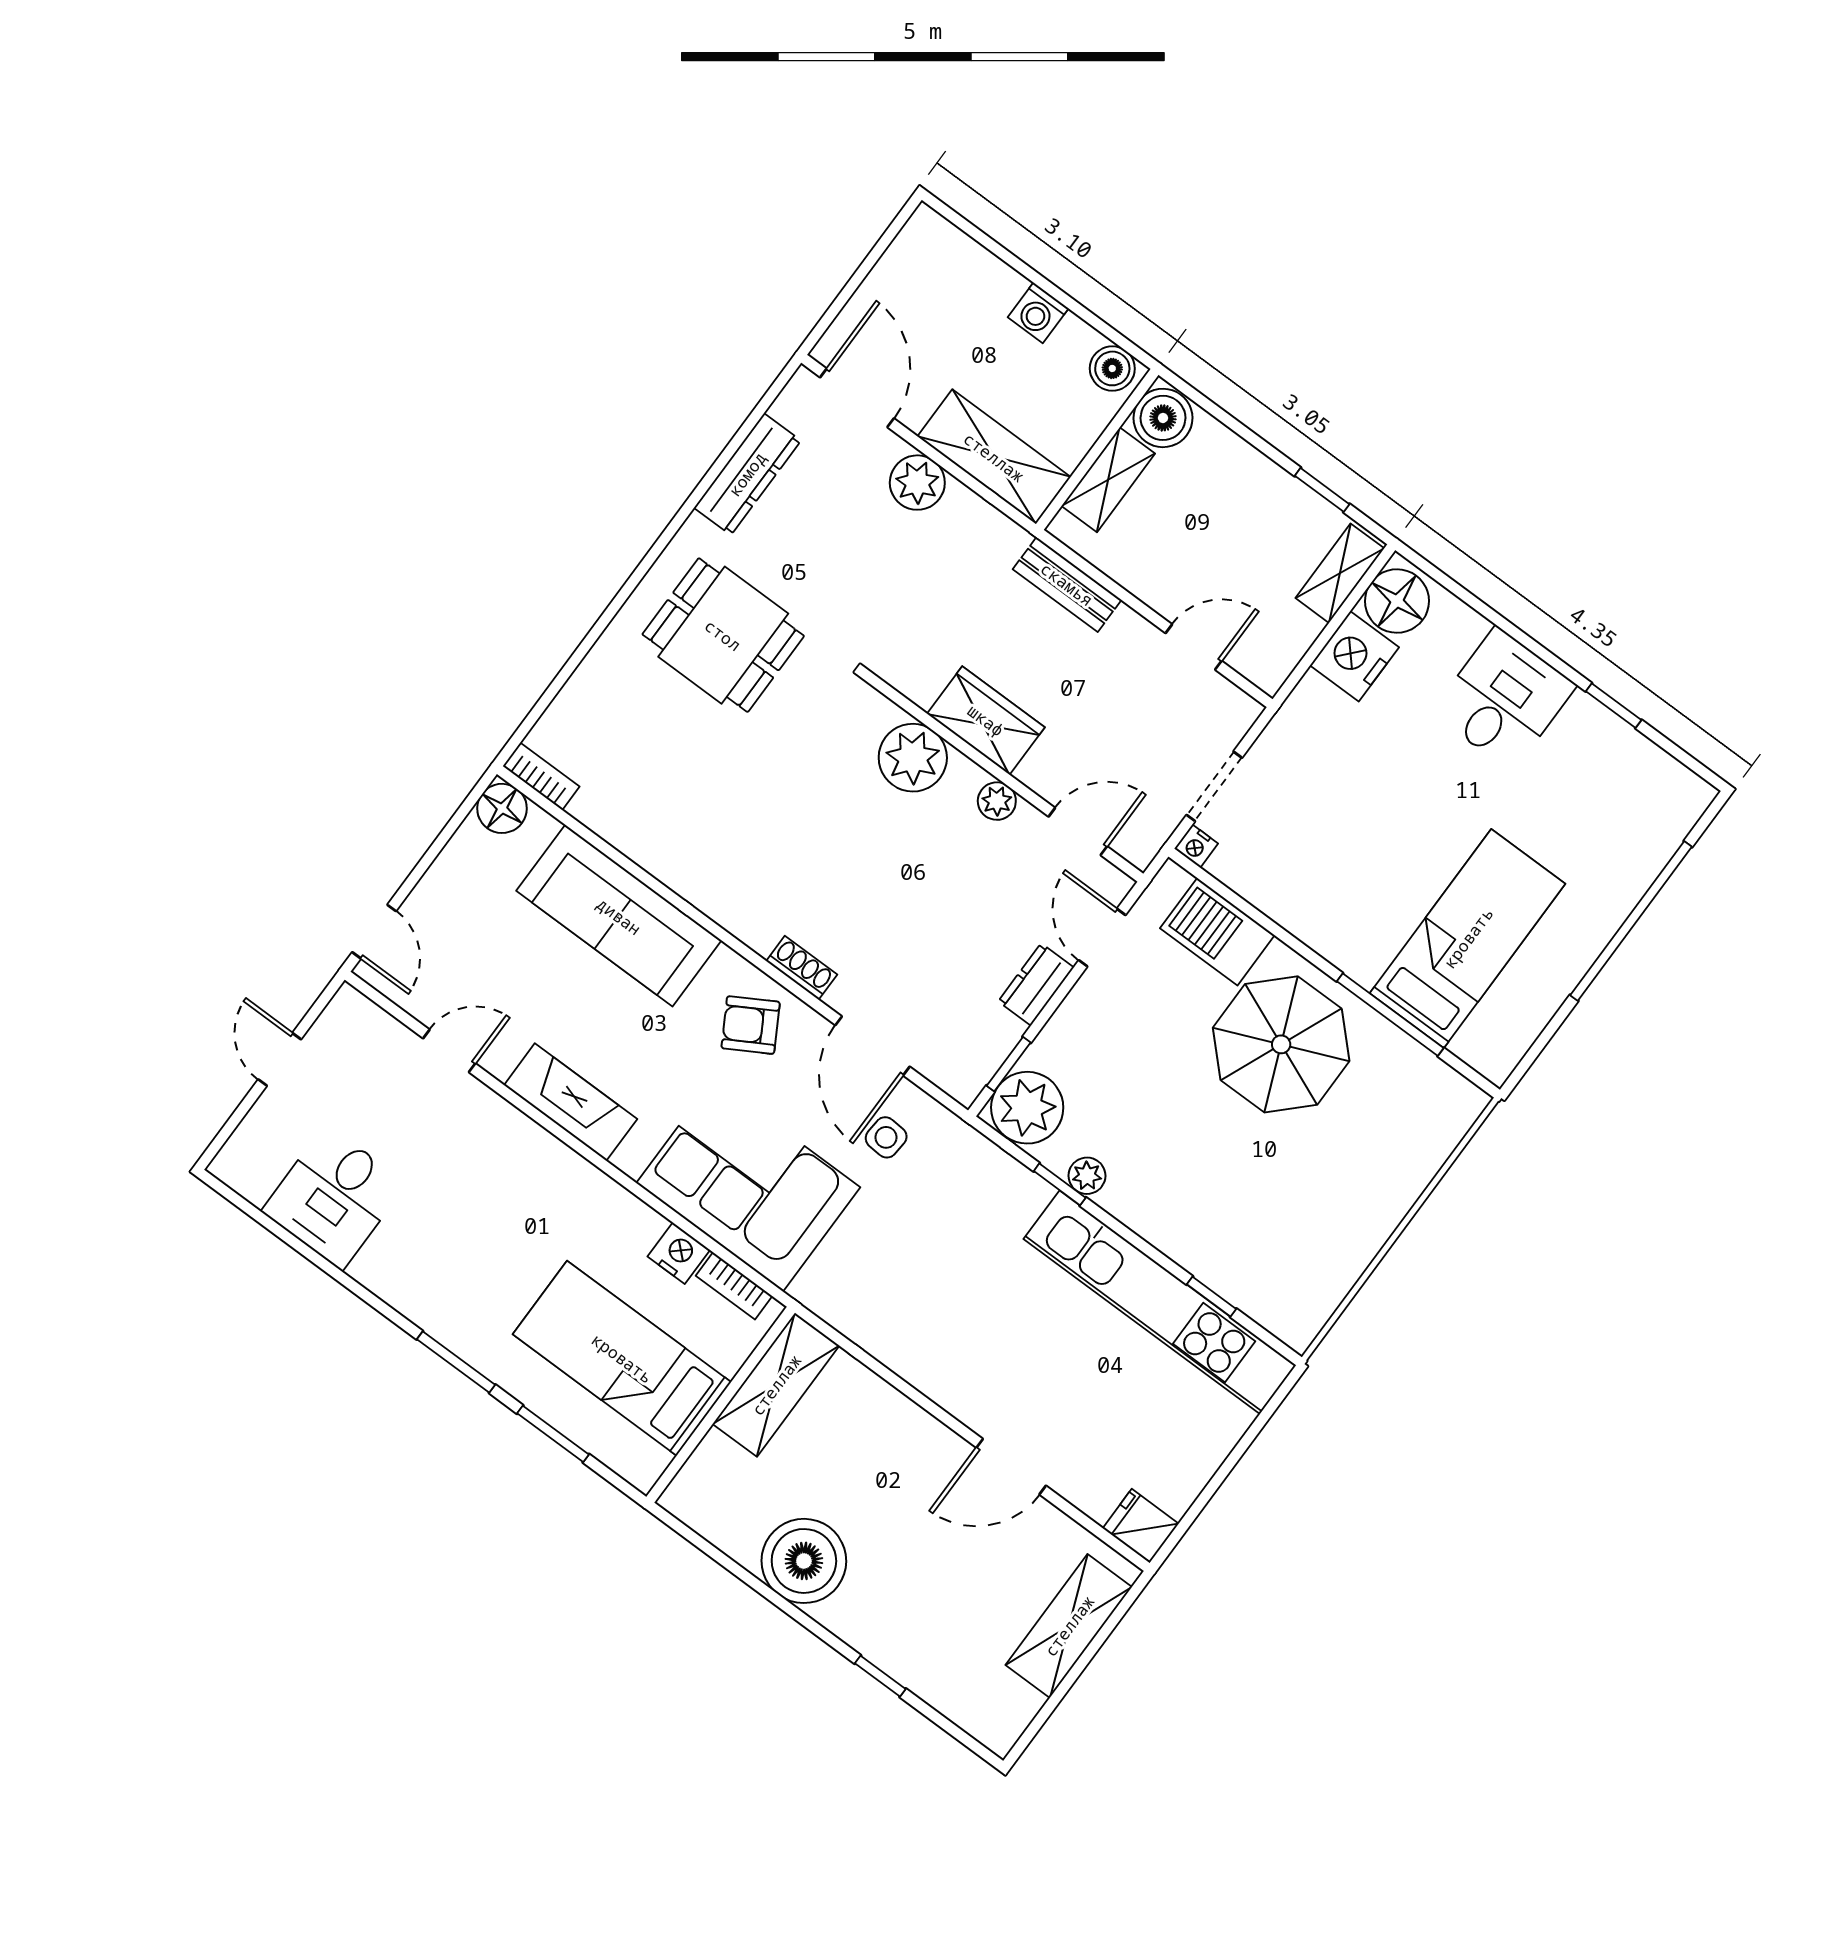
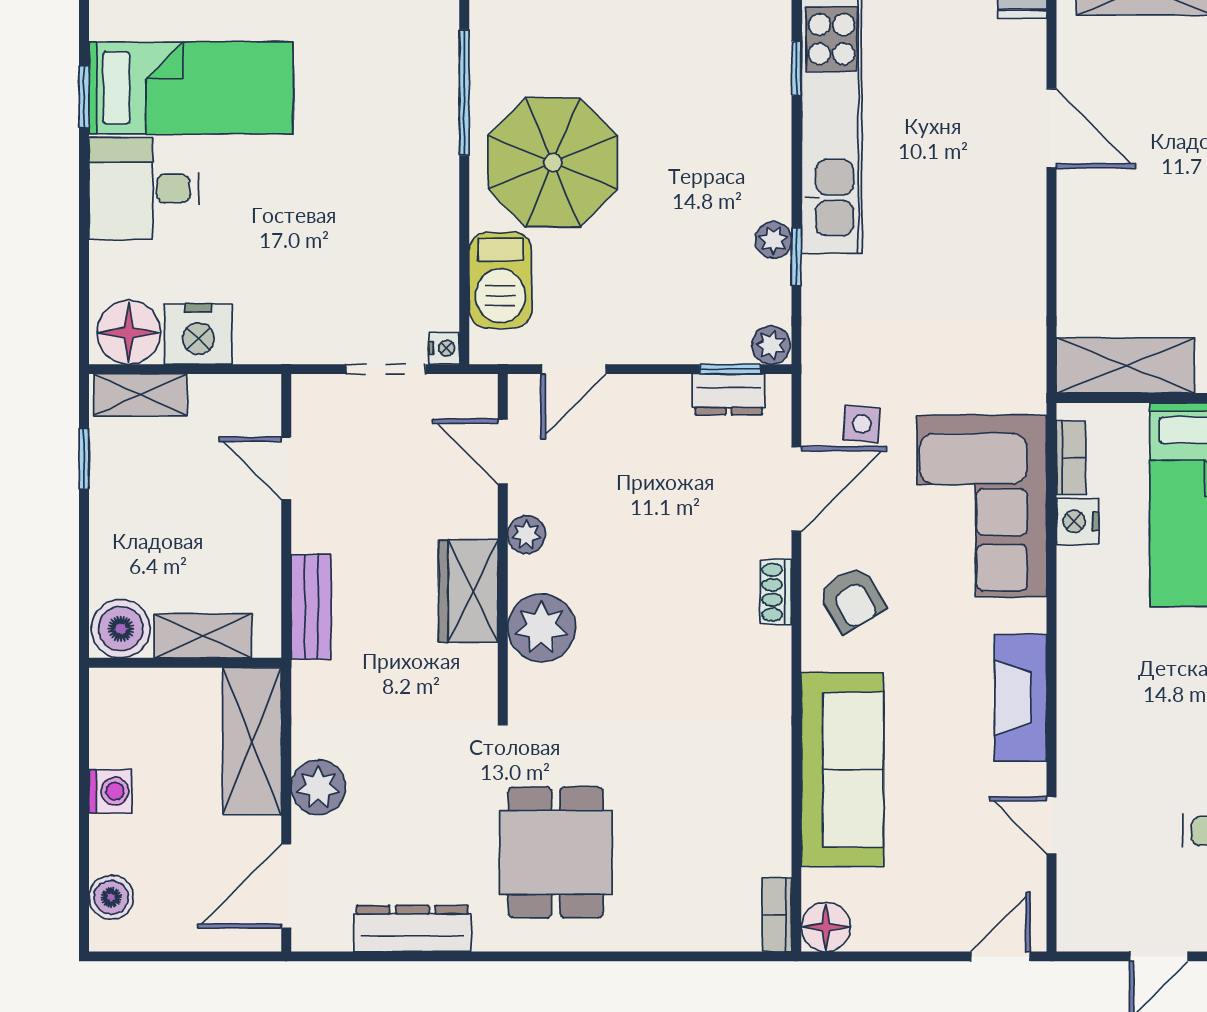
boiler: (1112, 368) -> (111, 897), moved
bed: (1468, 938) -> (191, 88), moved, turned 180
dresser: (1036, 984) -> (729, 394), moved
plant: (1027, 1108) -> (771, 345), width x0.53, depth x0.53

